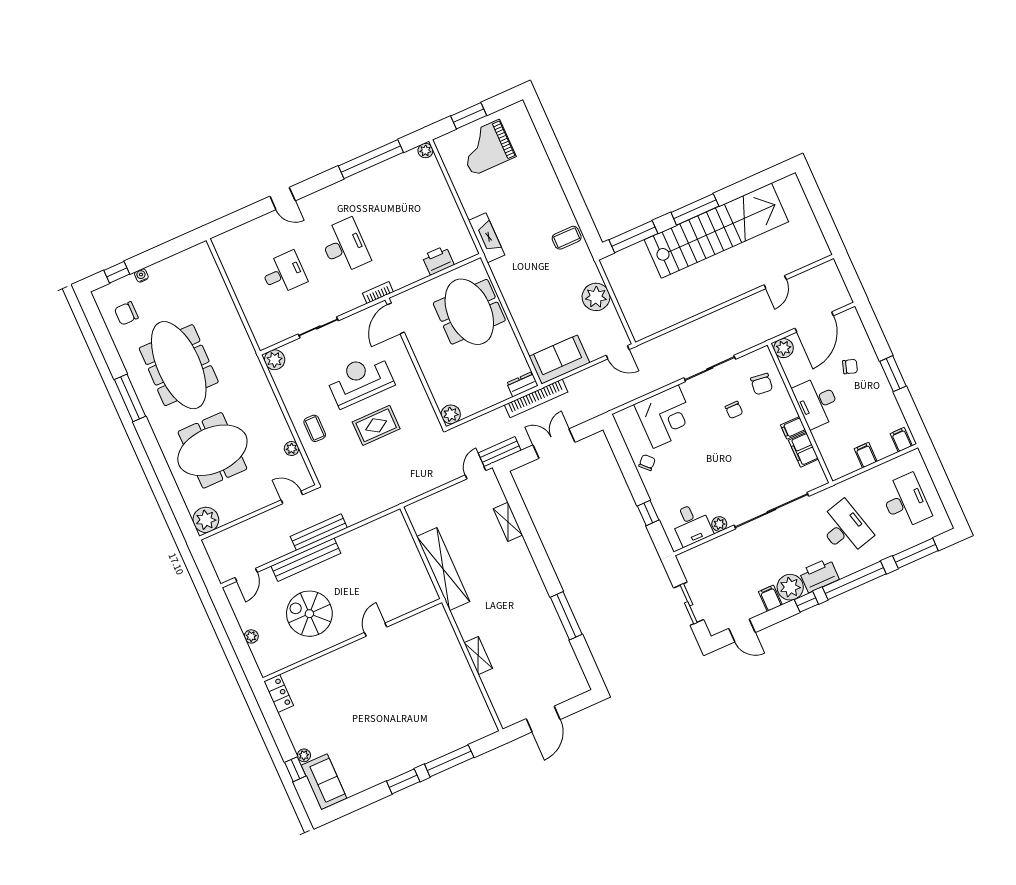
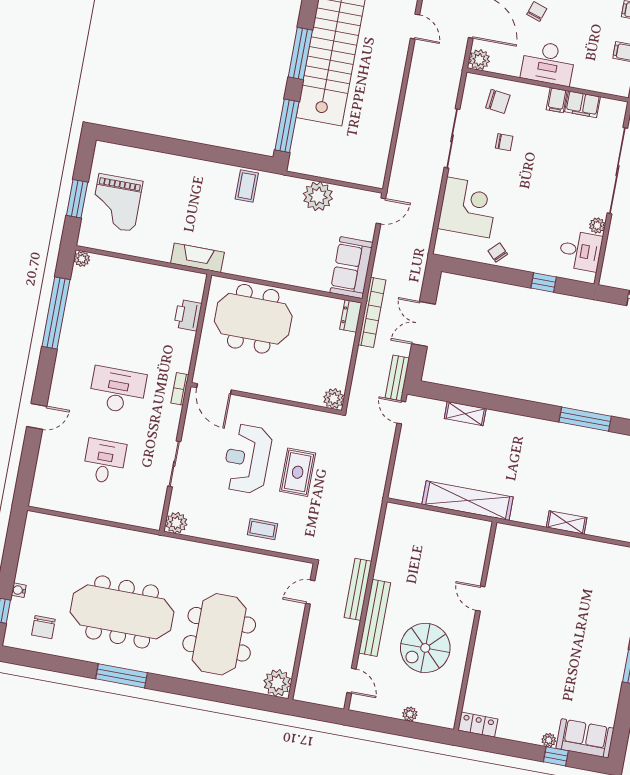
plant: (292, 449) -> (266, 562), removed

